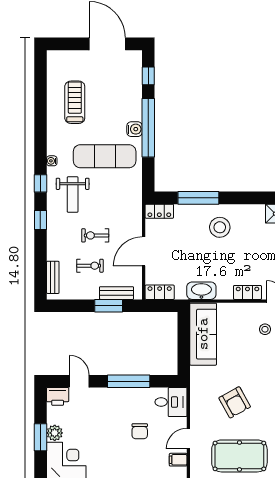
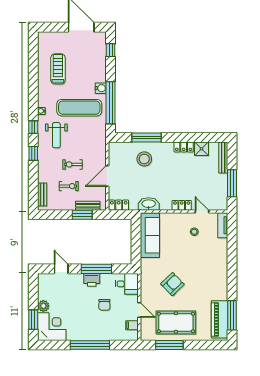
window: (148, 128) -> (111, 103), moved
locker: (159, 211) -> (184, 147), moved
stool: (220, 227) -> (144, 159), moved
printer: (58, 396) -> (92, 280), moved
armchair: (235, 402) -> (172, 284), turned -105
window: (40, 437) -> (33, 320), moved
door: (188, 439) -> (139, 310), swing flipped

